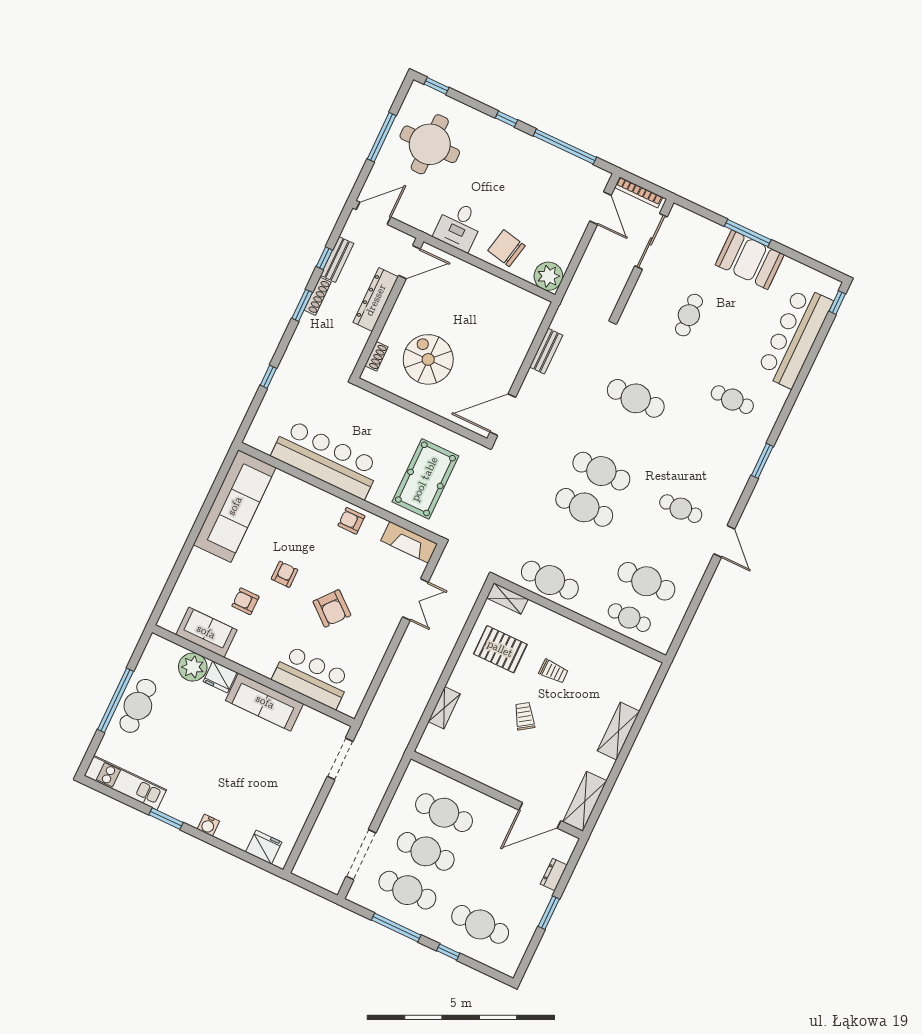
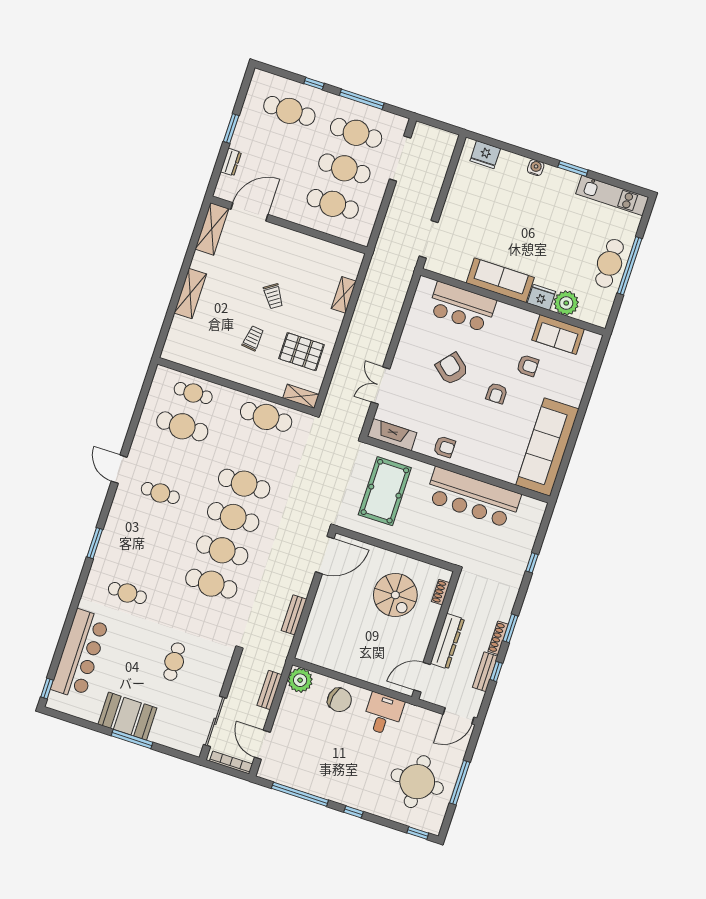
bench: (585, 269) -> (269, 690), added
cafe table: (619, 435) -> (222, 550), added
trolley: (553, 671) -> (253, 338), turned 97

